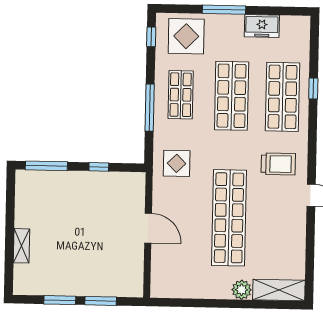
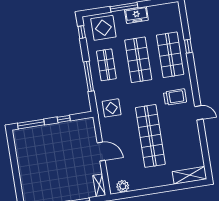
freezer: (262, 26) -> (136, 15), moved
shelving: (21, 246) -> (99, 185), moved
plant: (242, 290) -> (123, 186), moved

